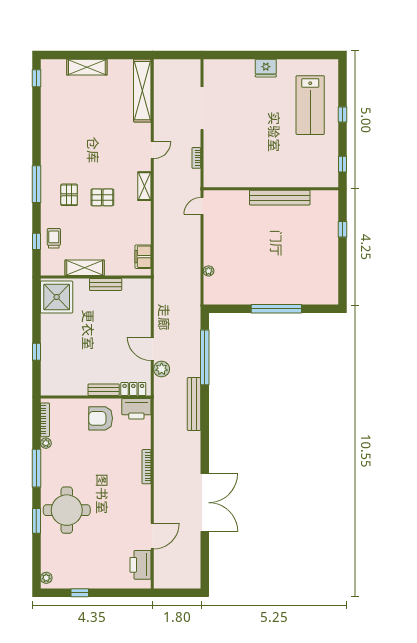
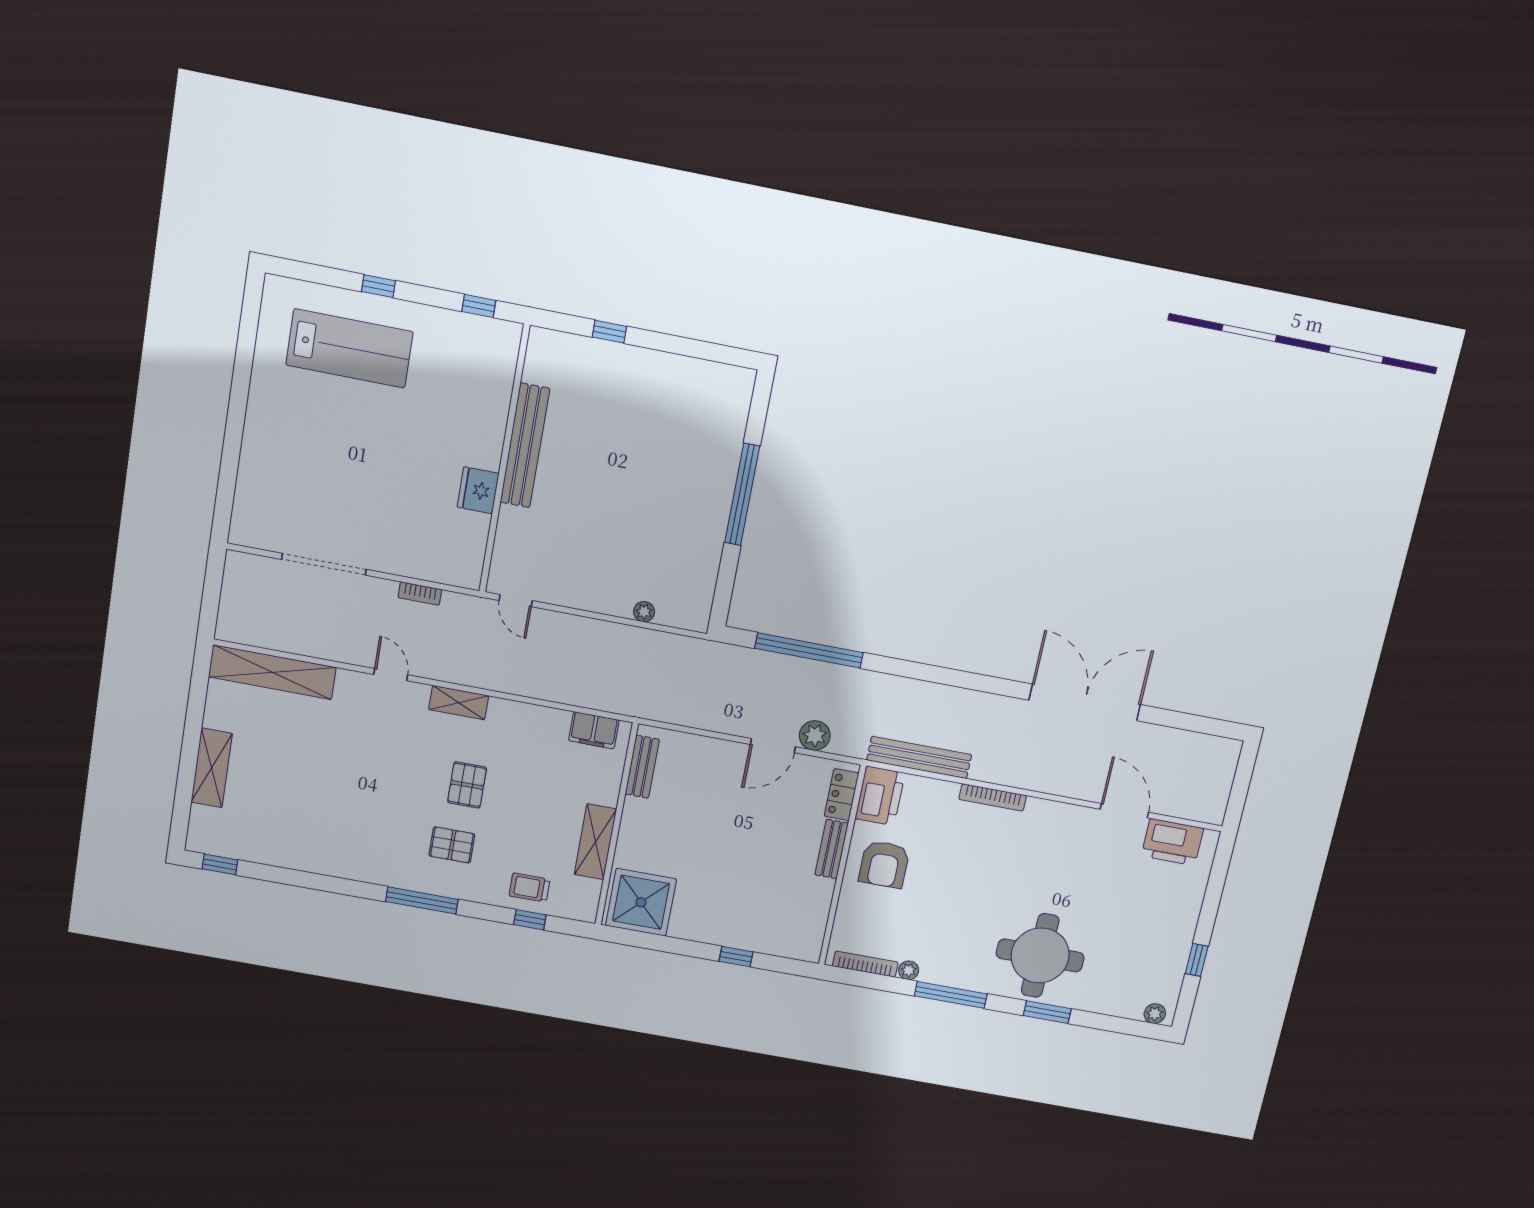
fridge: (266, 68) -> (478, 490), moved, turned 180
bench: (106, 284) -> (642, 767), moved
bench: (194, 404) -> (919, 757), moved

